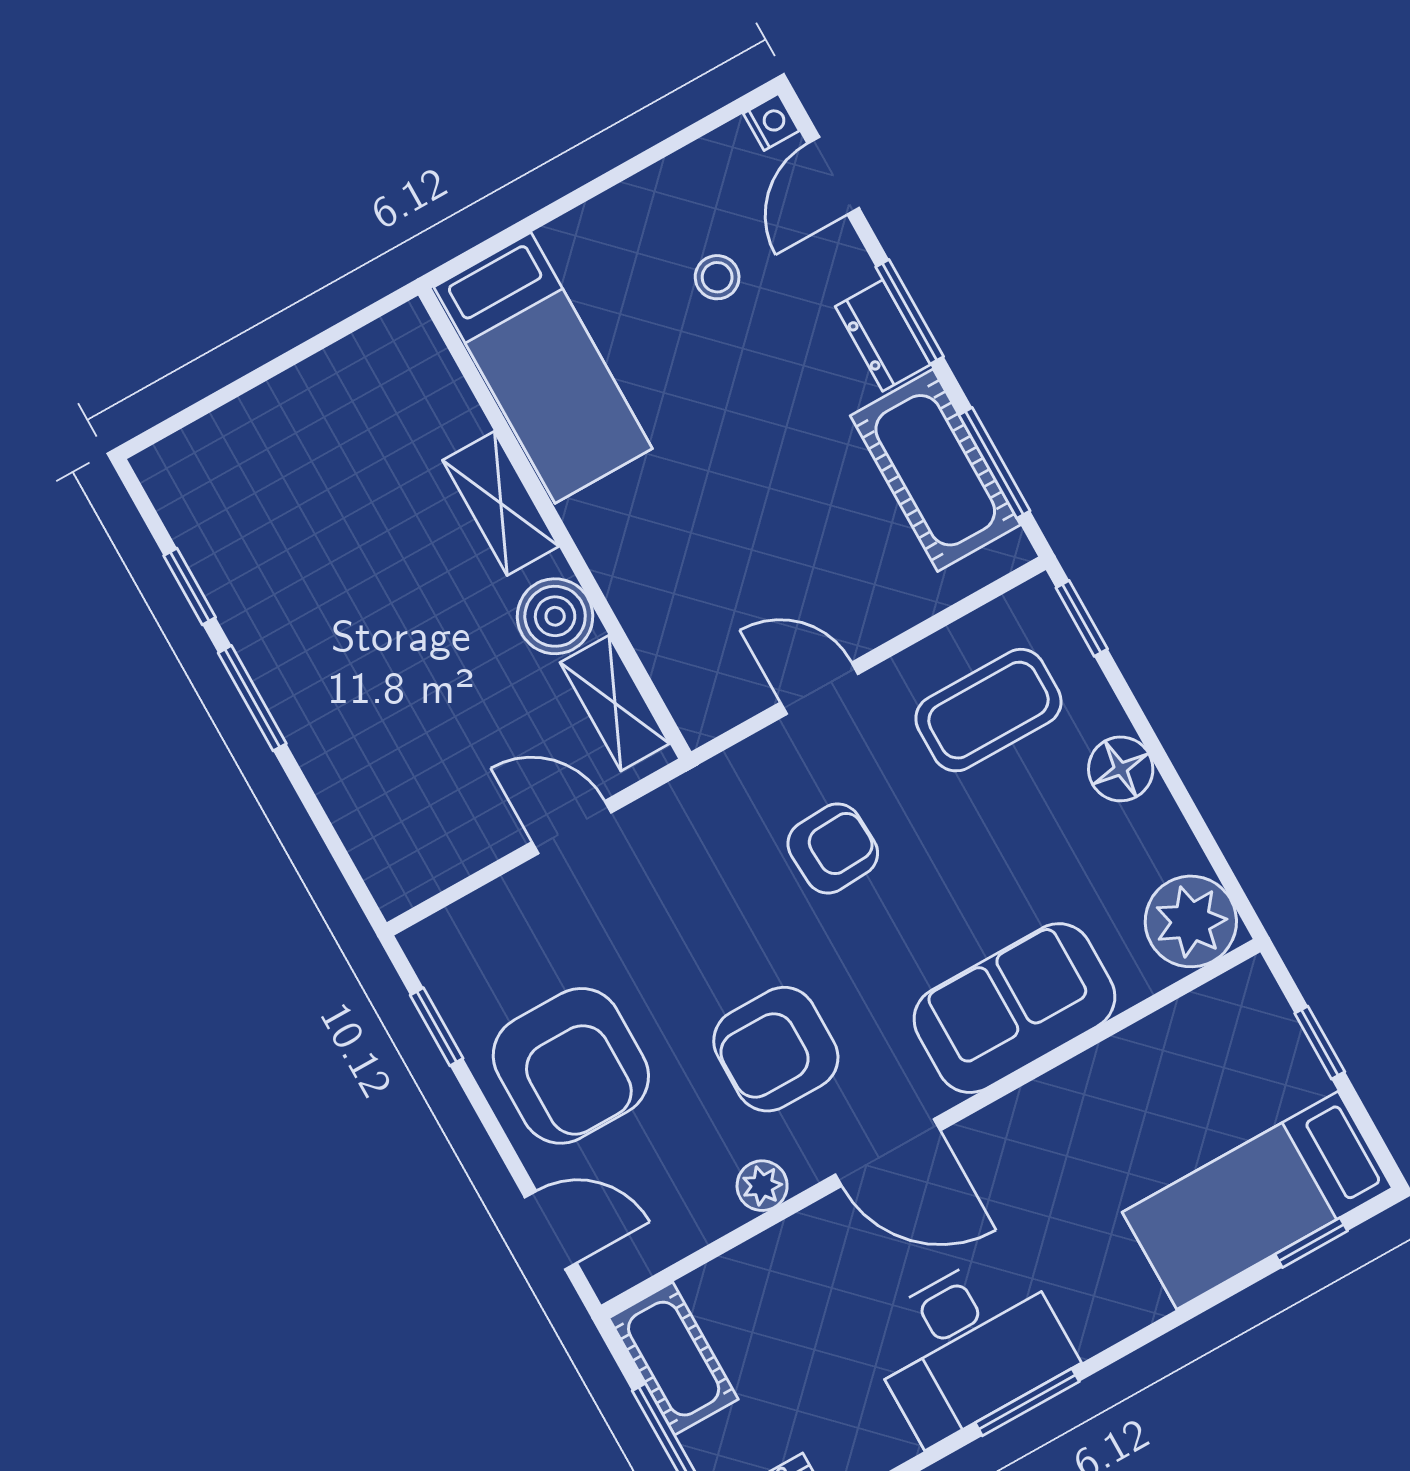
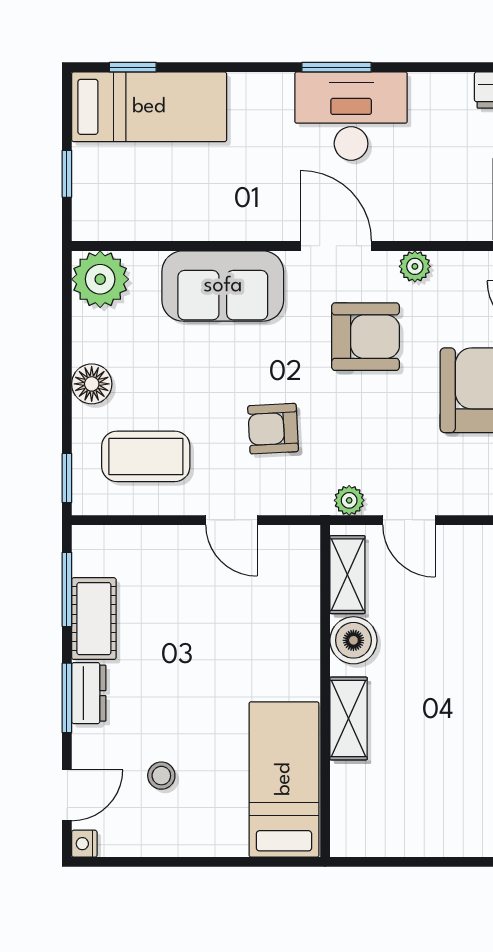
cot: (935, 470) -> (94, 619), width x0.73, depth x0.75
plant: (671, 808) -> (349, 500), added

